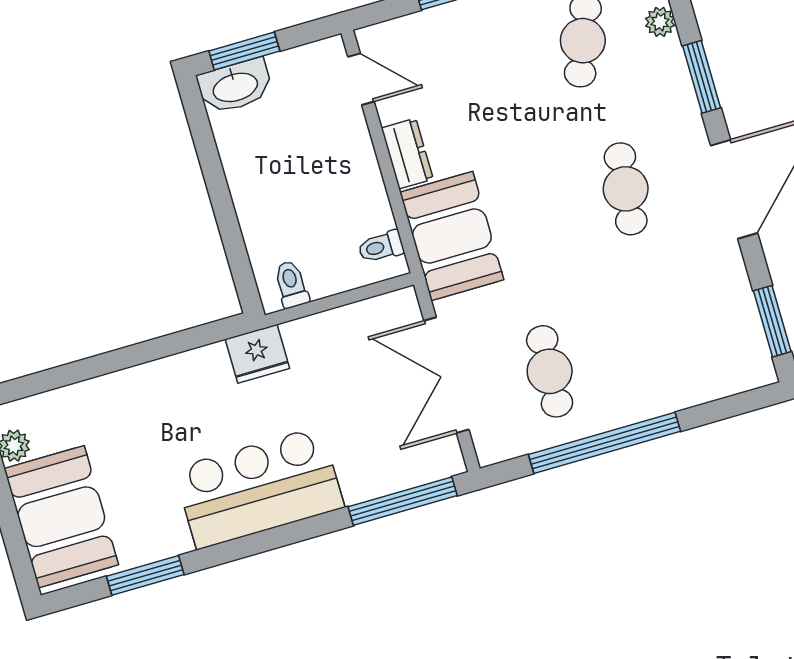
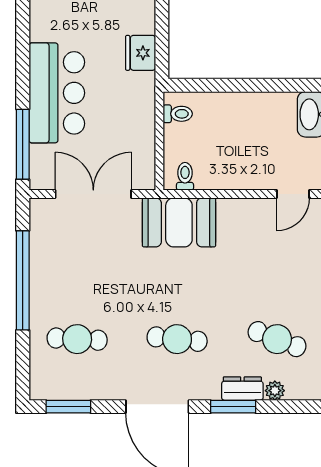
dresser: (407, 153) -> (242, 389), moved, turned 180
fridge: (257, 354) -> (141, 53), moved
cafe table: (550, 371) -> (77, 339), moved
bar counter: (259, 488) -> (57, 93), moved

